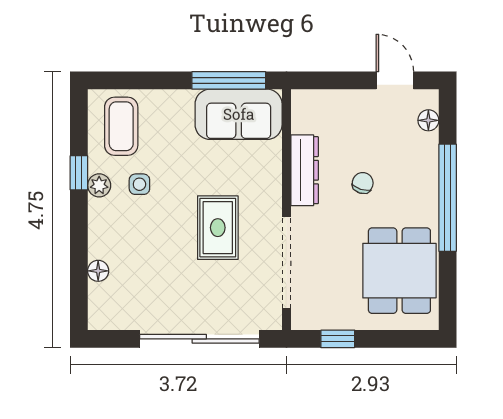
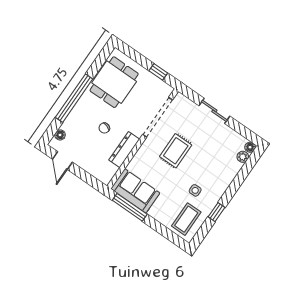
plant: (99, 185) -> (243, 157), moved
floor lamp: (98, 271) -> (250, 147), moved
sliding door: (199, 339) -> (214, 111), width x0.54

